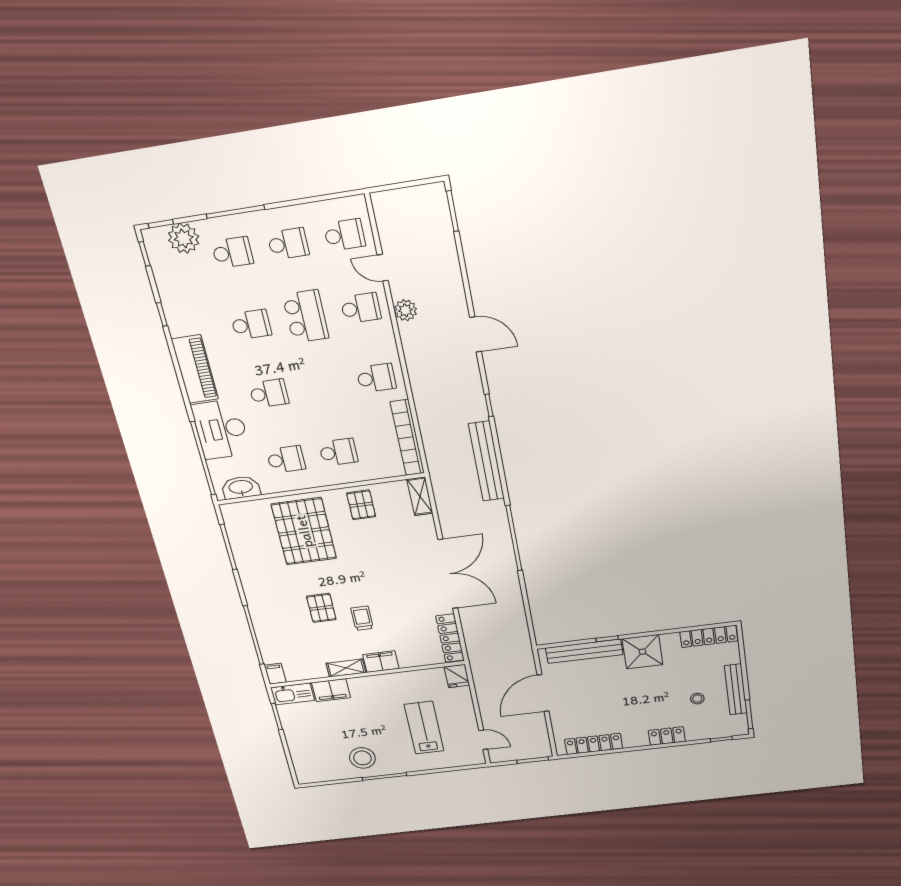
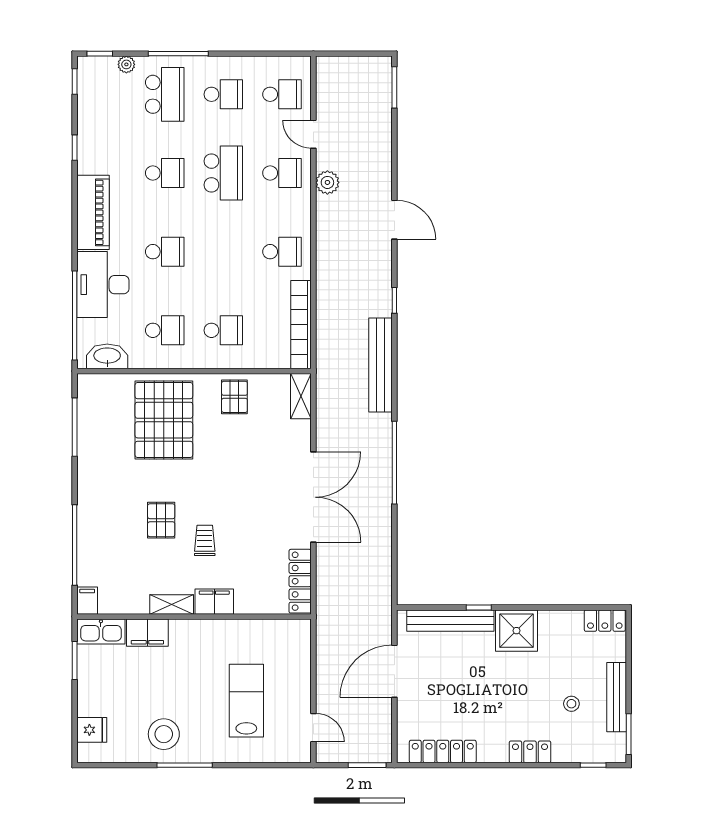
plant: (184, 238) -> (126, 64), width x0.53, depth x0.53
school desk: (232, 252) -> (165, 94), width x1.85
locker: (709, 636) -> (605, 621), width x0.66
fridge: (457, 676) -> (92, 730), moved, turned -90

